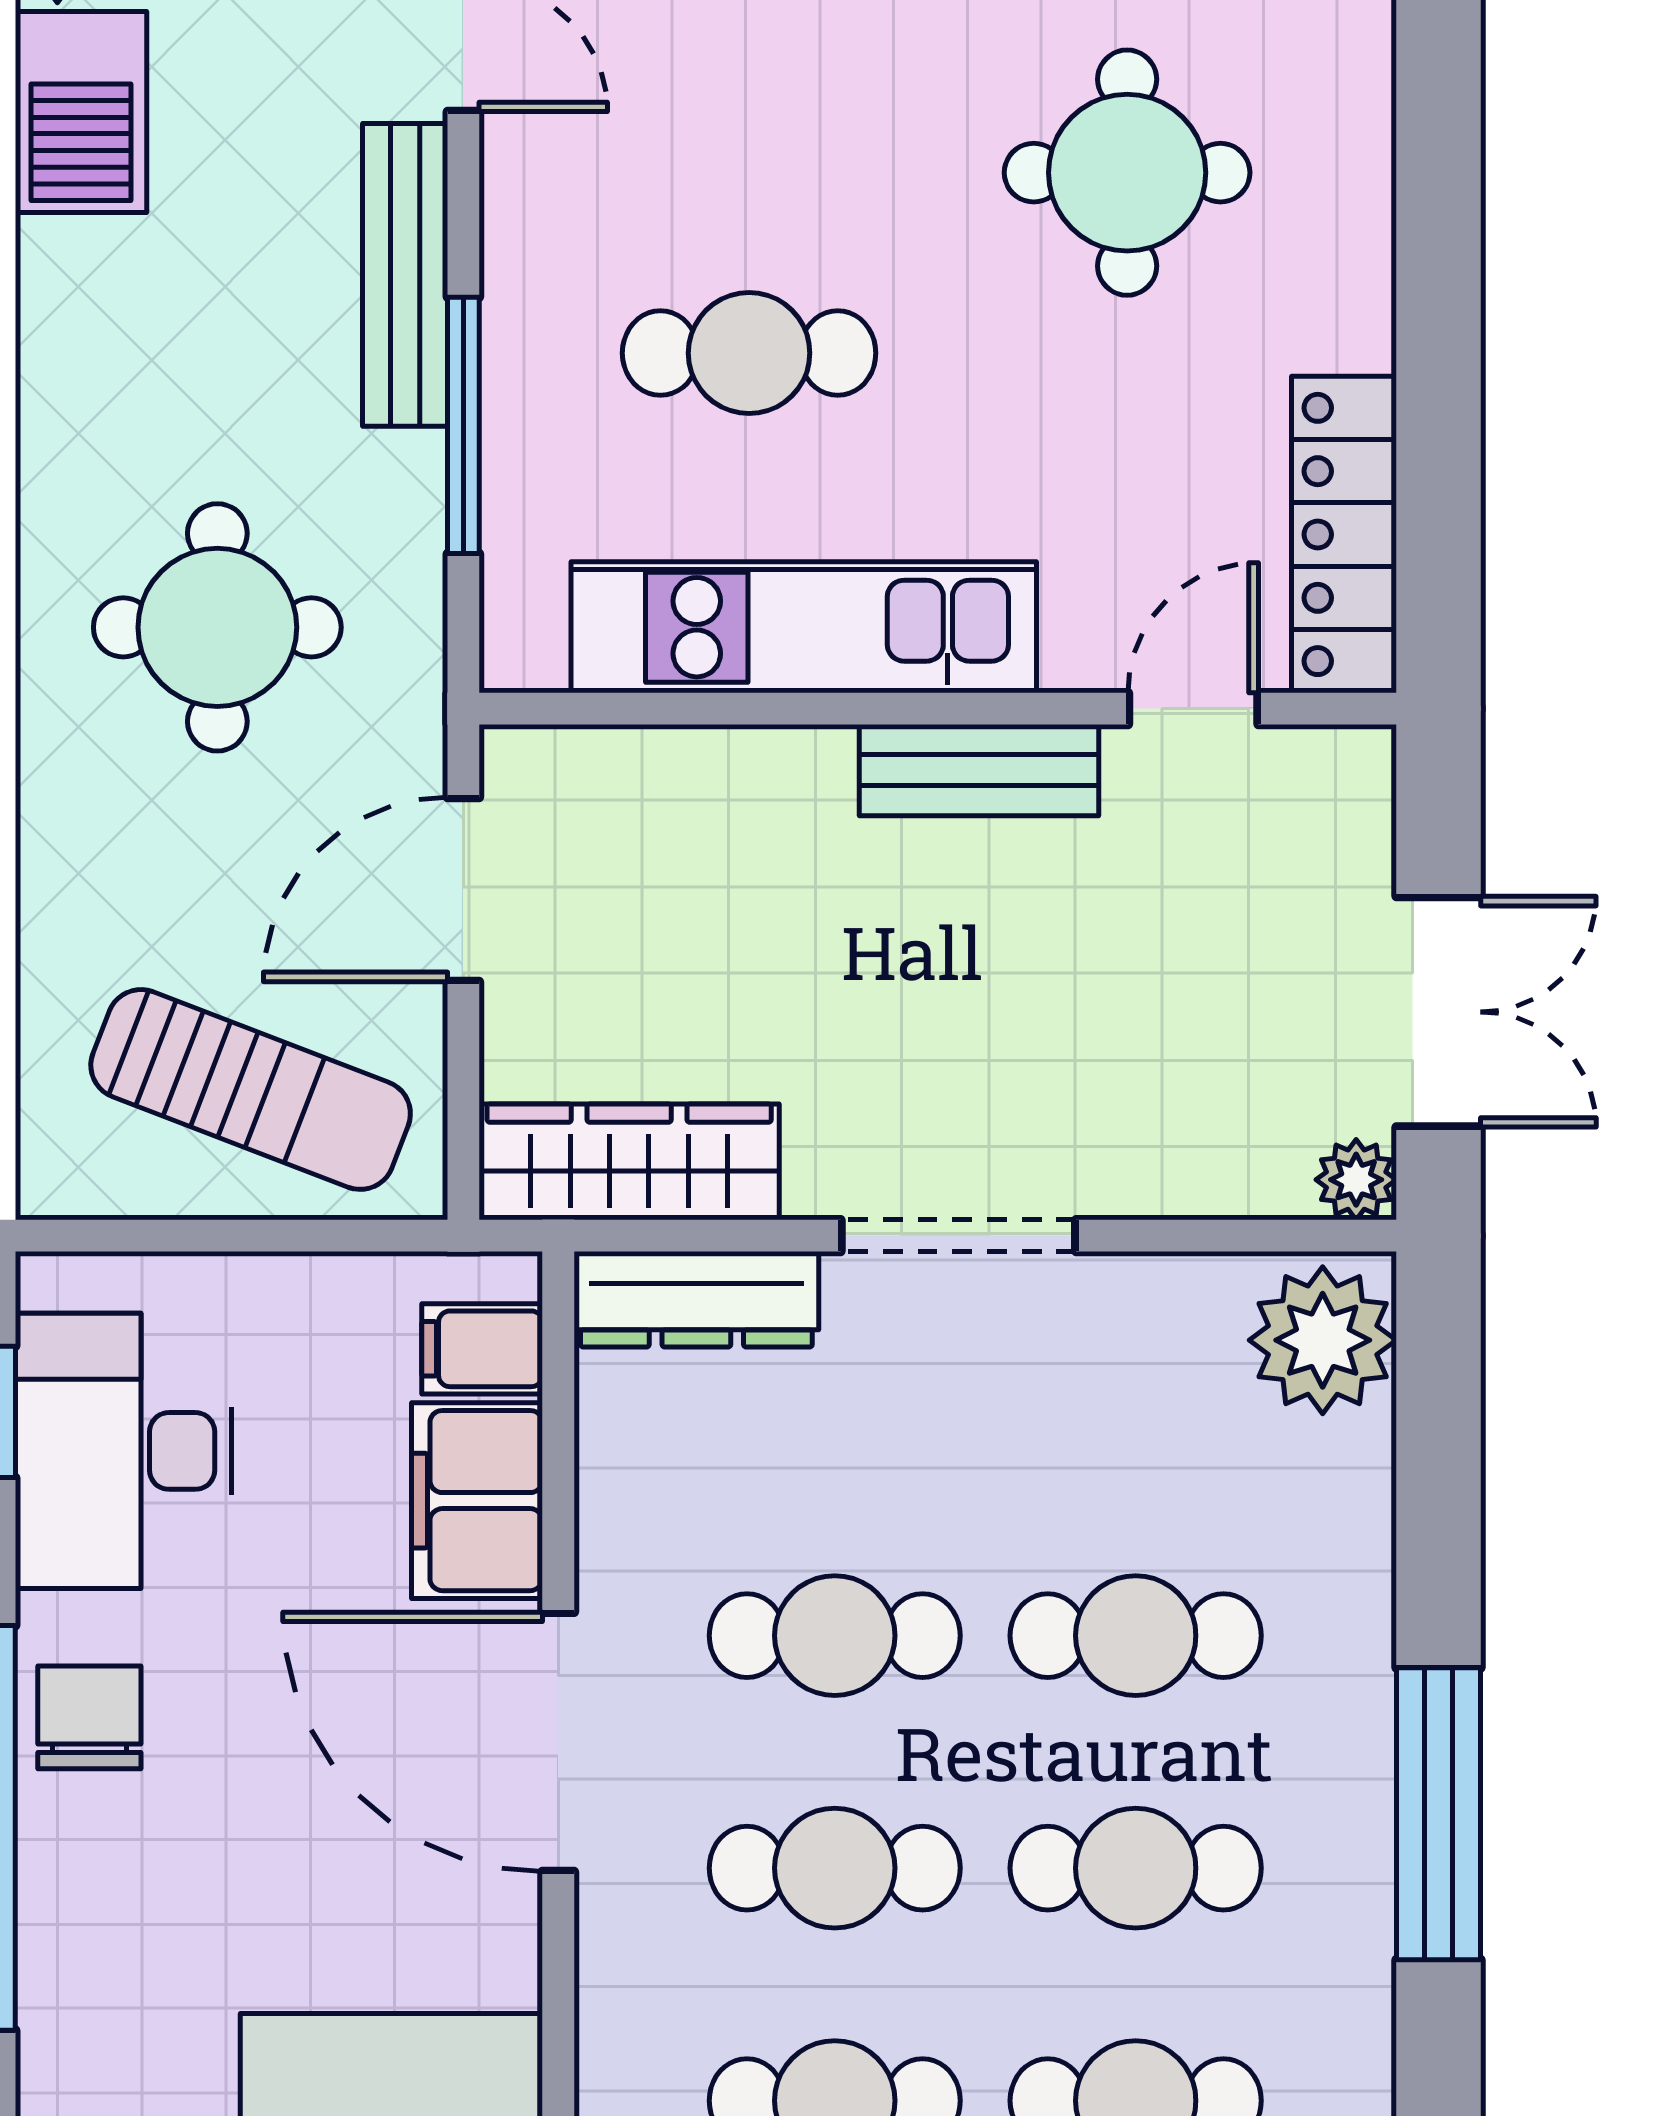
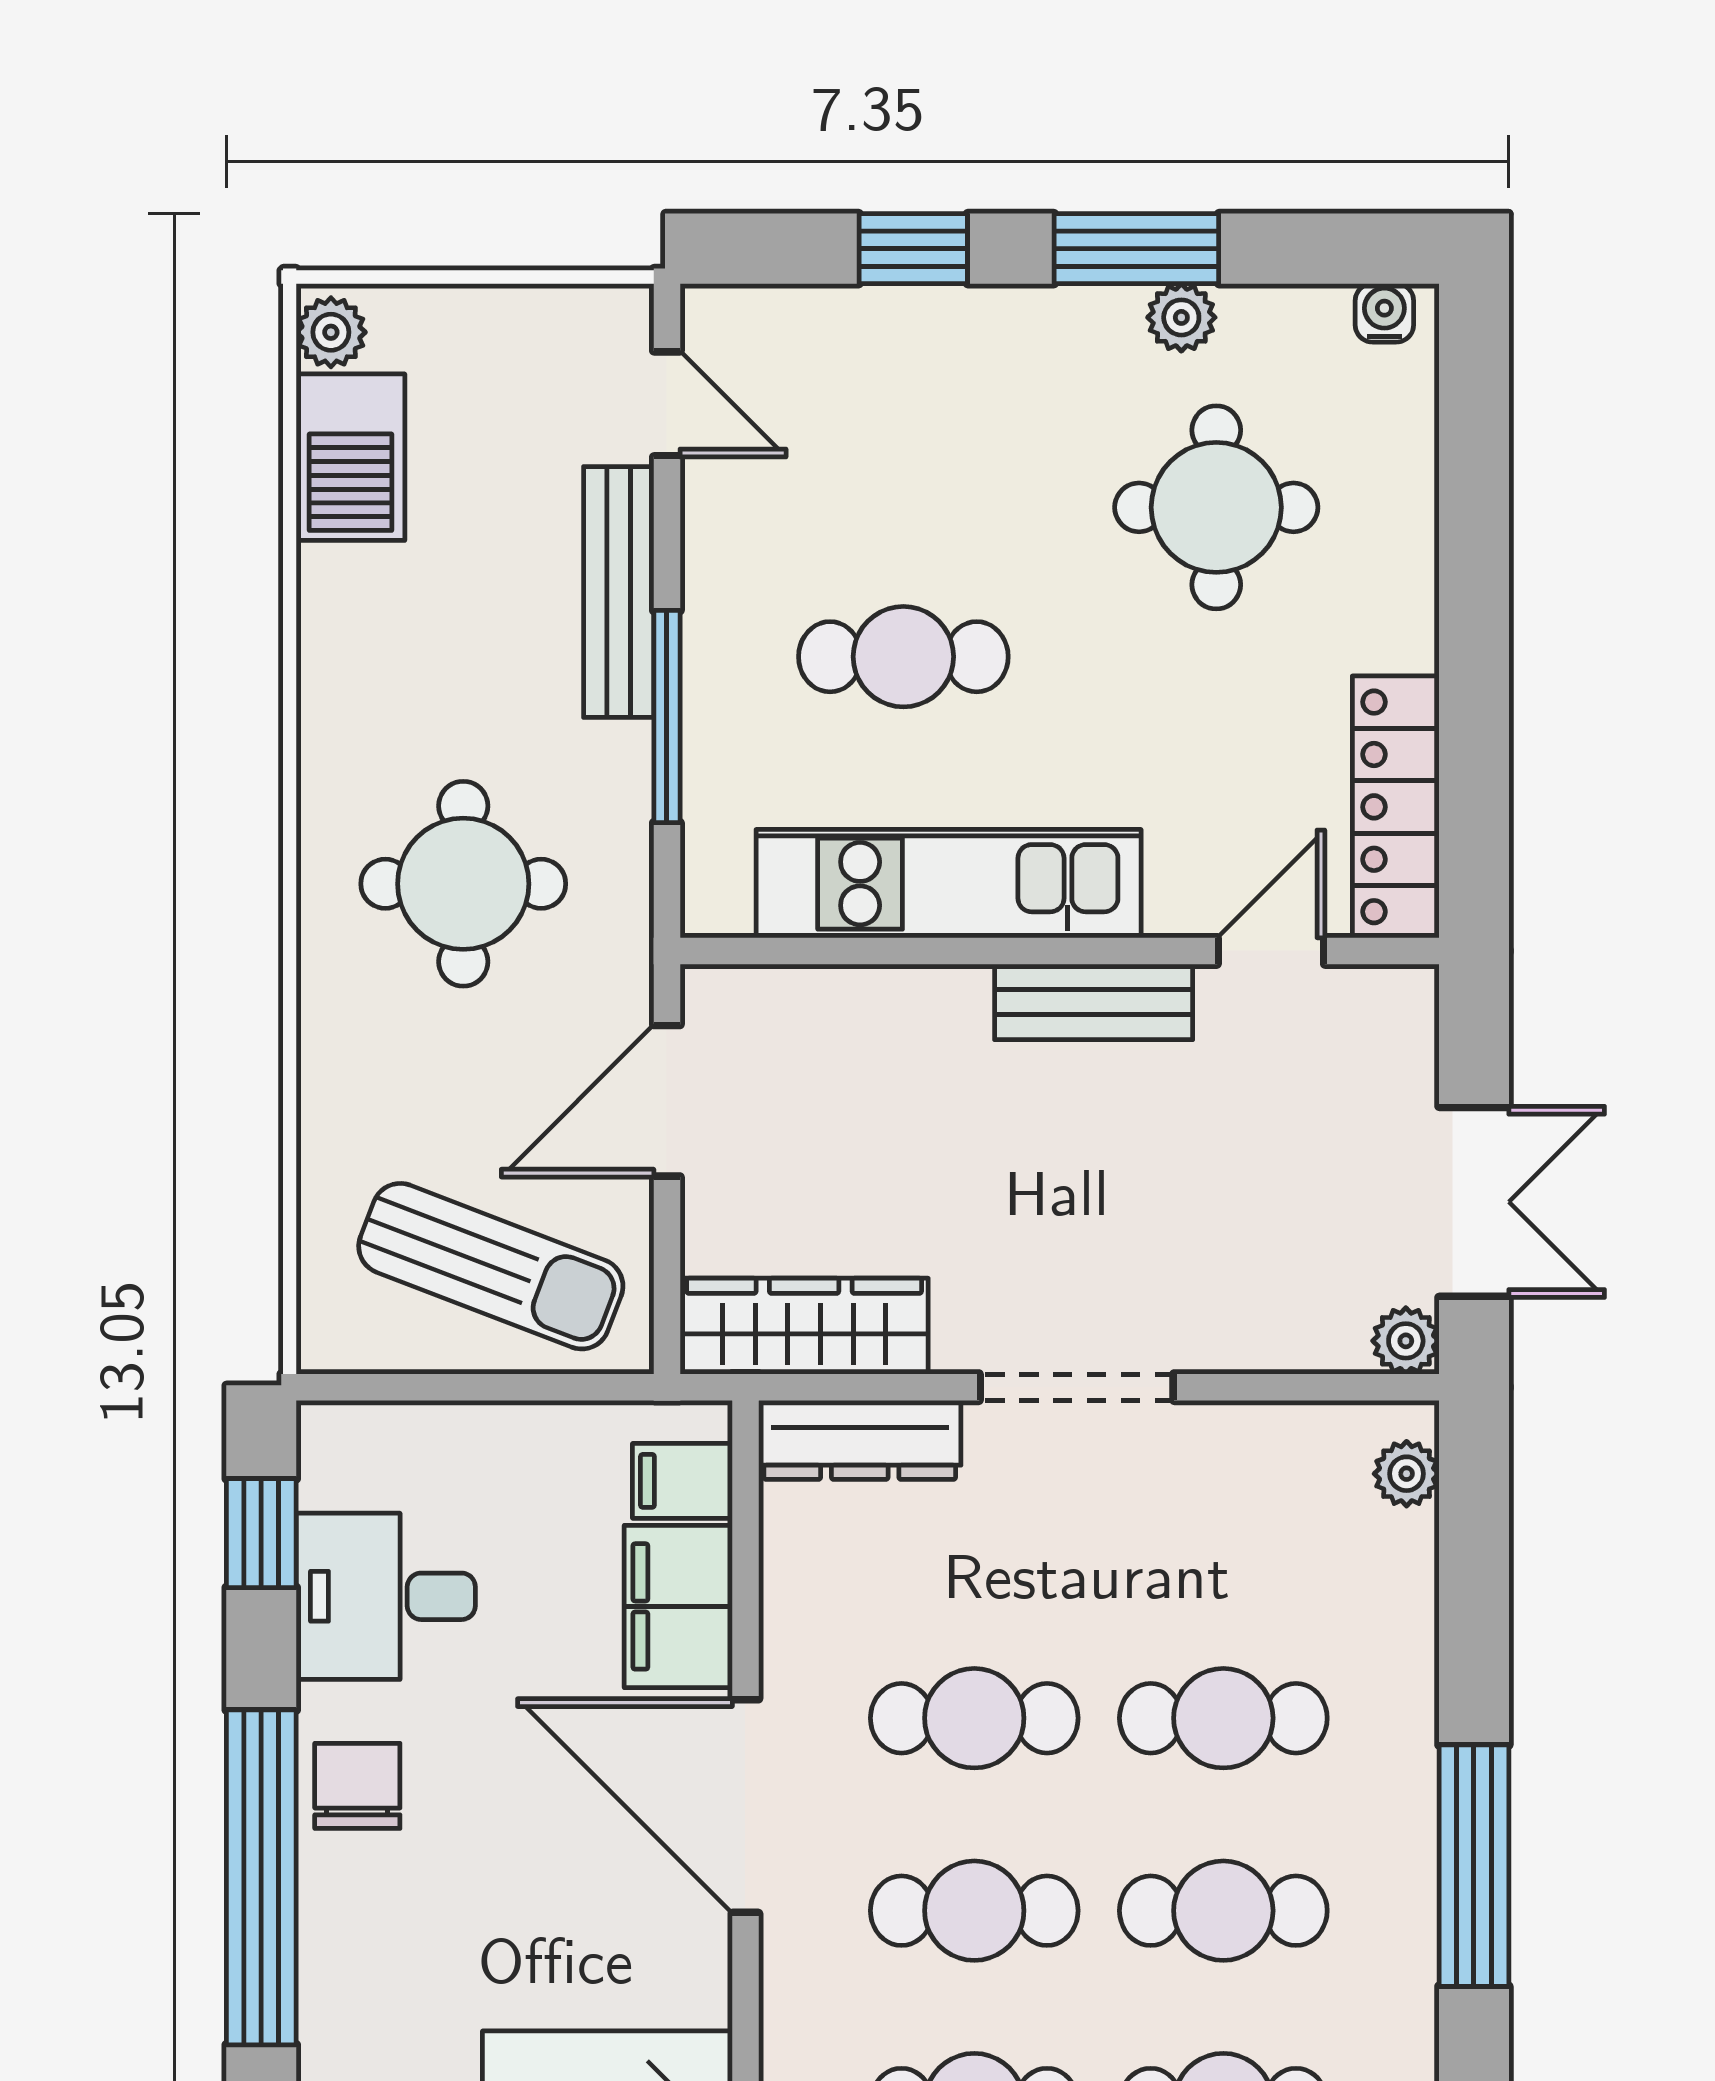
plant: (1323, 1340) -> (1407, 1474), width x0.53, depth x0.53
desk: (124, 1451) -> (386, 1596), width x0.73

